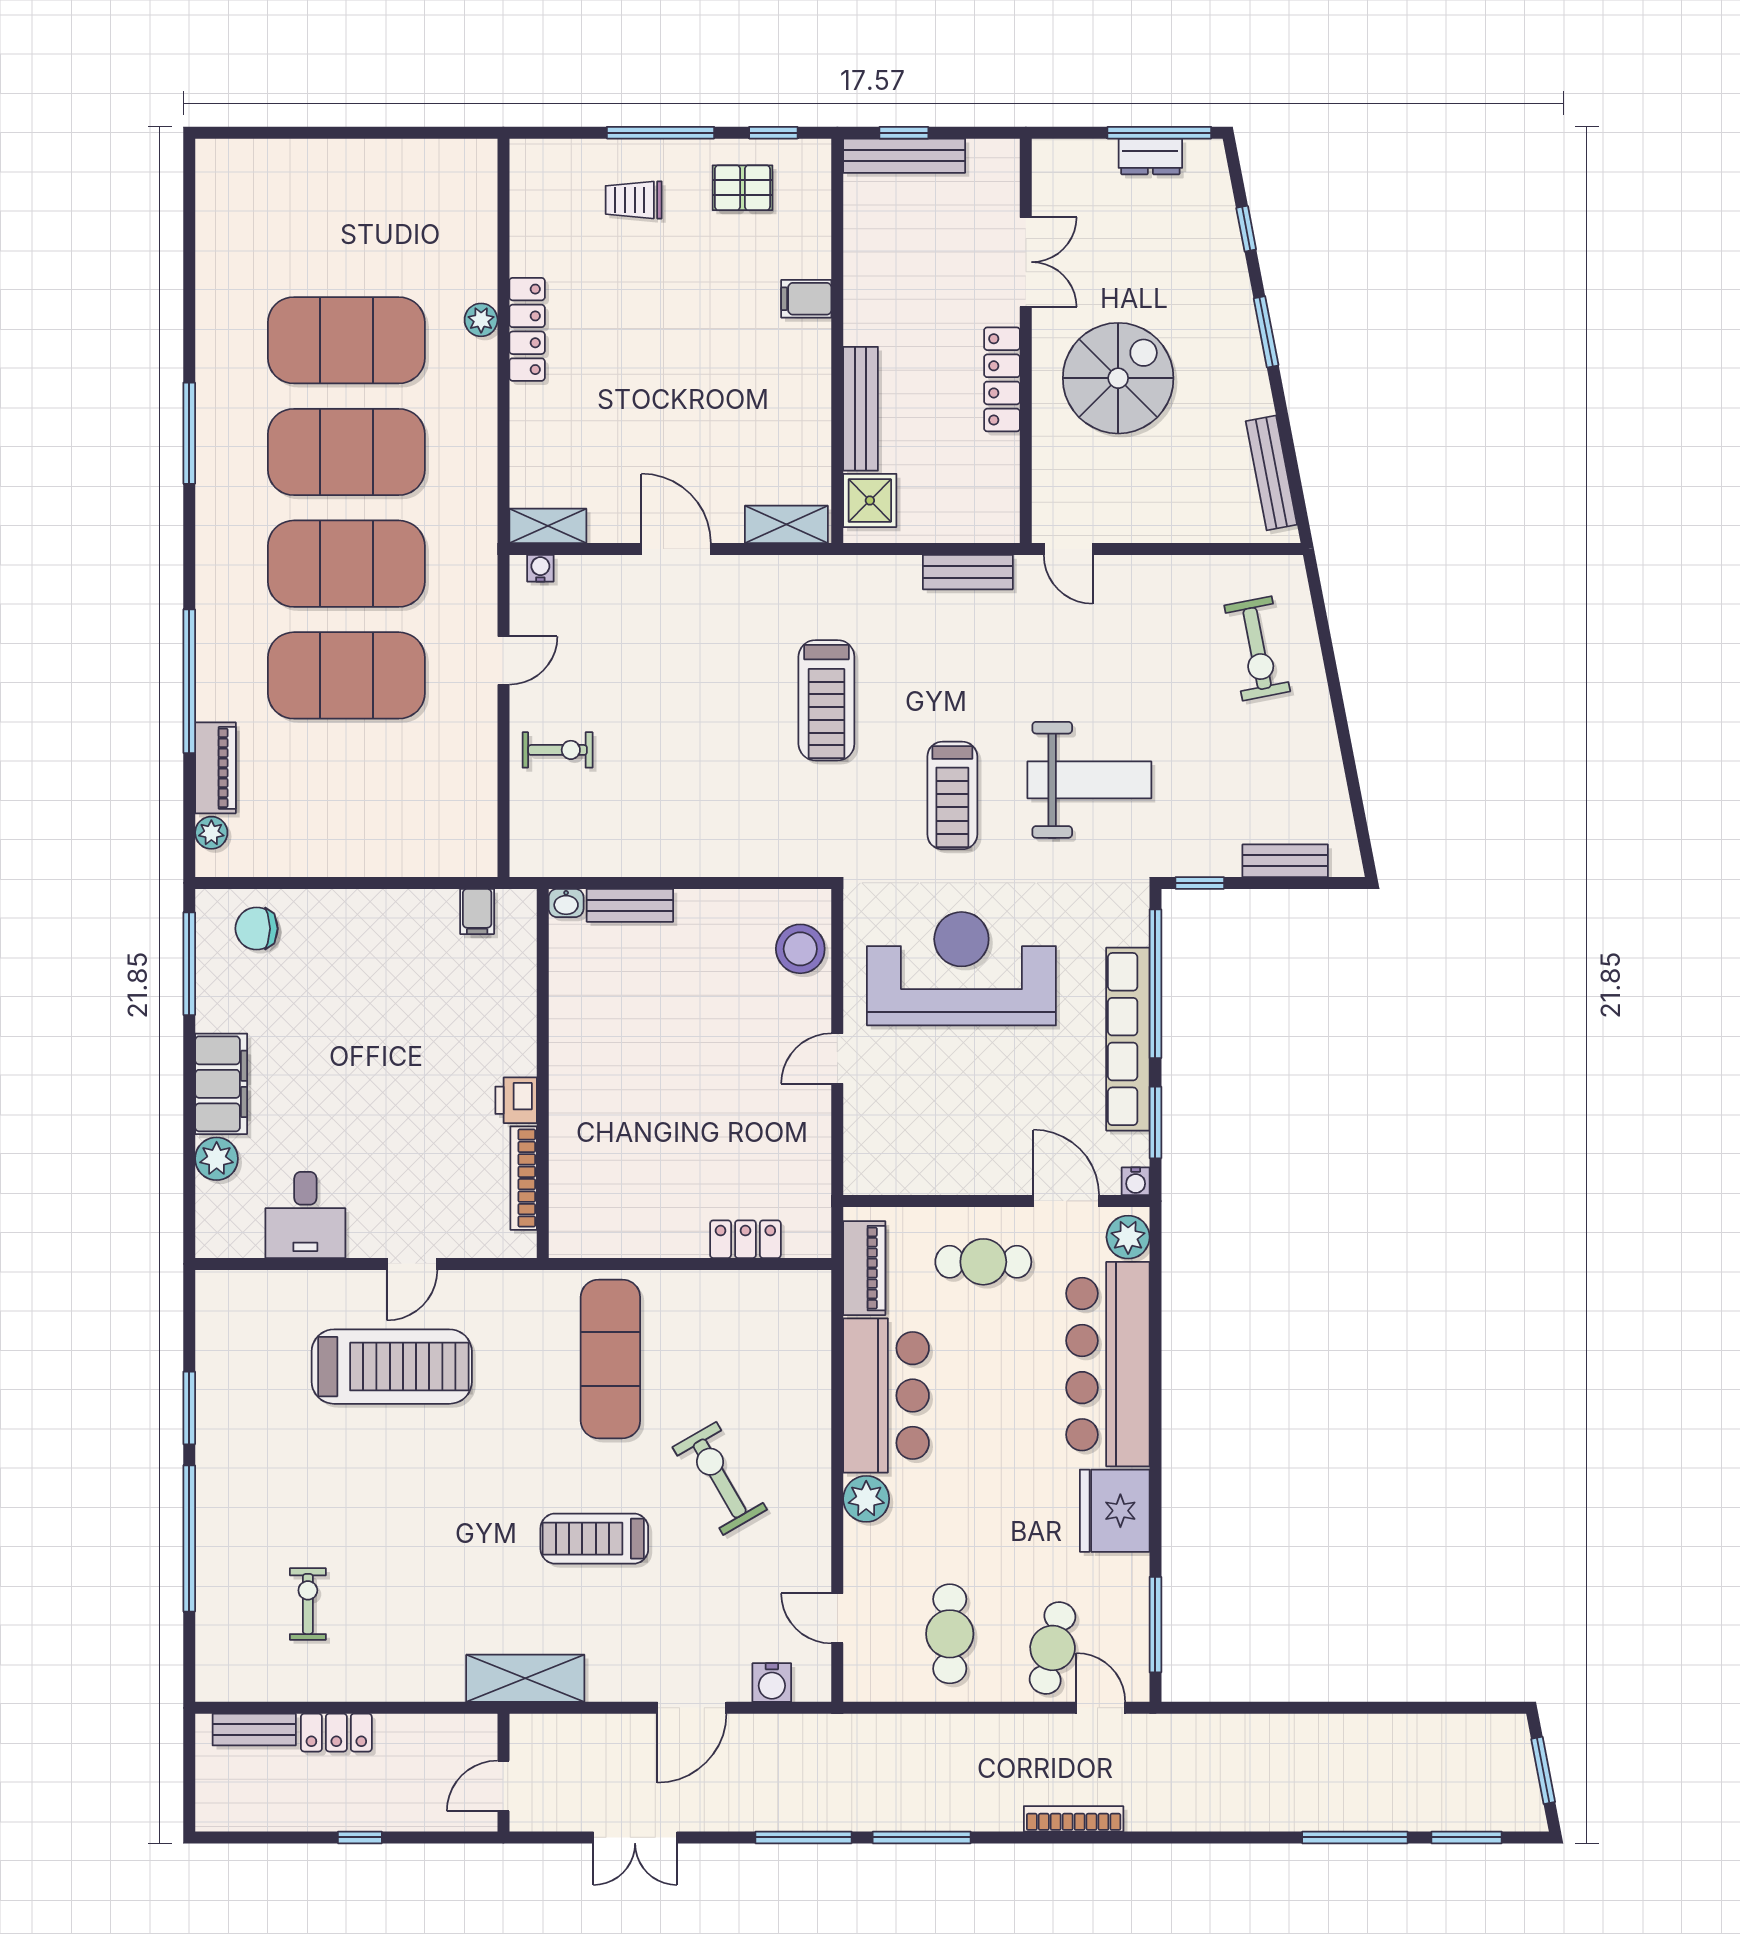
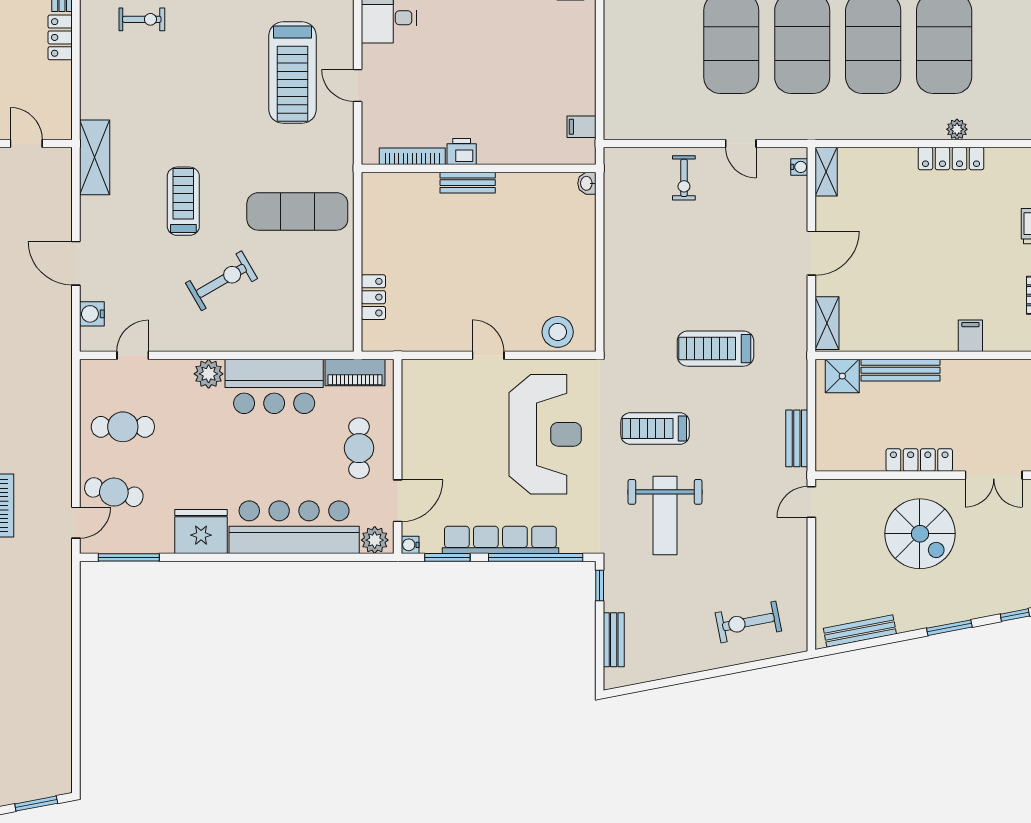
bench: (630, 905) -> (468, 183), moved, turned 90

